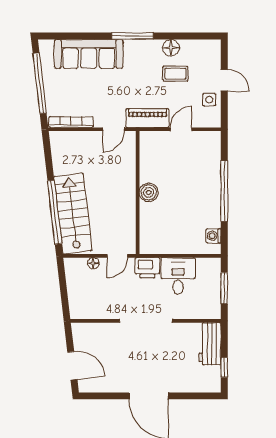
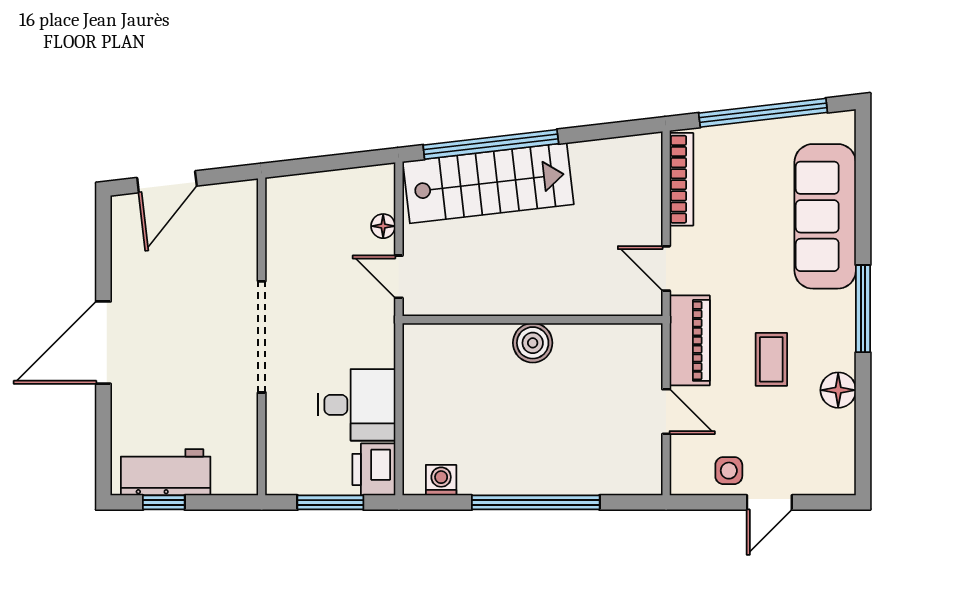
coffee table: (175, 74) -> (771, 359), moved
printer: (147, 268) -> (374, 469), moved
workbench: (210, 344) -> (166, 472), moved

